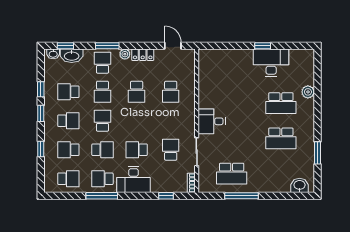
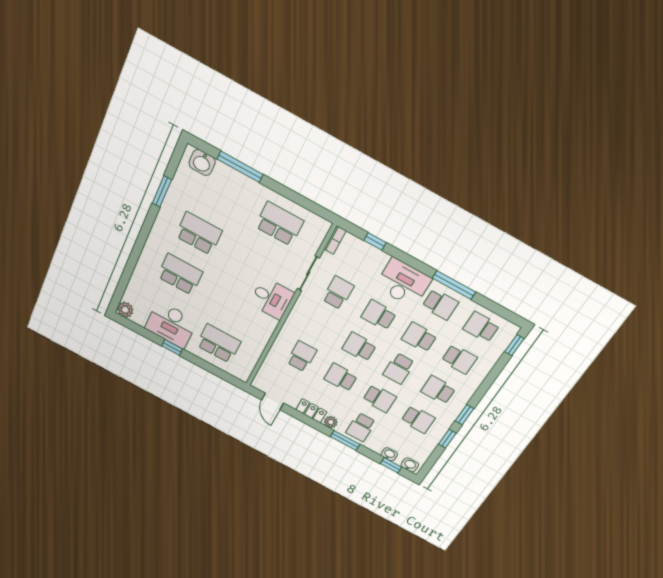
washbasin: (72, 56) -> (389, 454), width x0.52, depth x0.69
school desk: (232, 68) -> (219, 344), added
school desk: (102, 92) -> (379, 398), turned 90
school desk: (137, 92) -> (341, 377), turned -90
plant: (308, 92) -> (125, 310), moved
school desk: (137, 121) -> (359, 347), added
window: (41, 149) -> (514, 345), moved
school desk: (137, 150) -> (379, 315), turned 180
school desk: (171, 150) -> (338, 293), turned 180
window: (241, 196) -> (240, 167), moved

